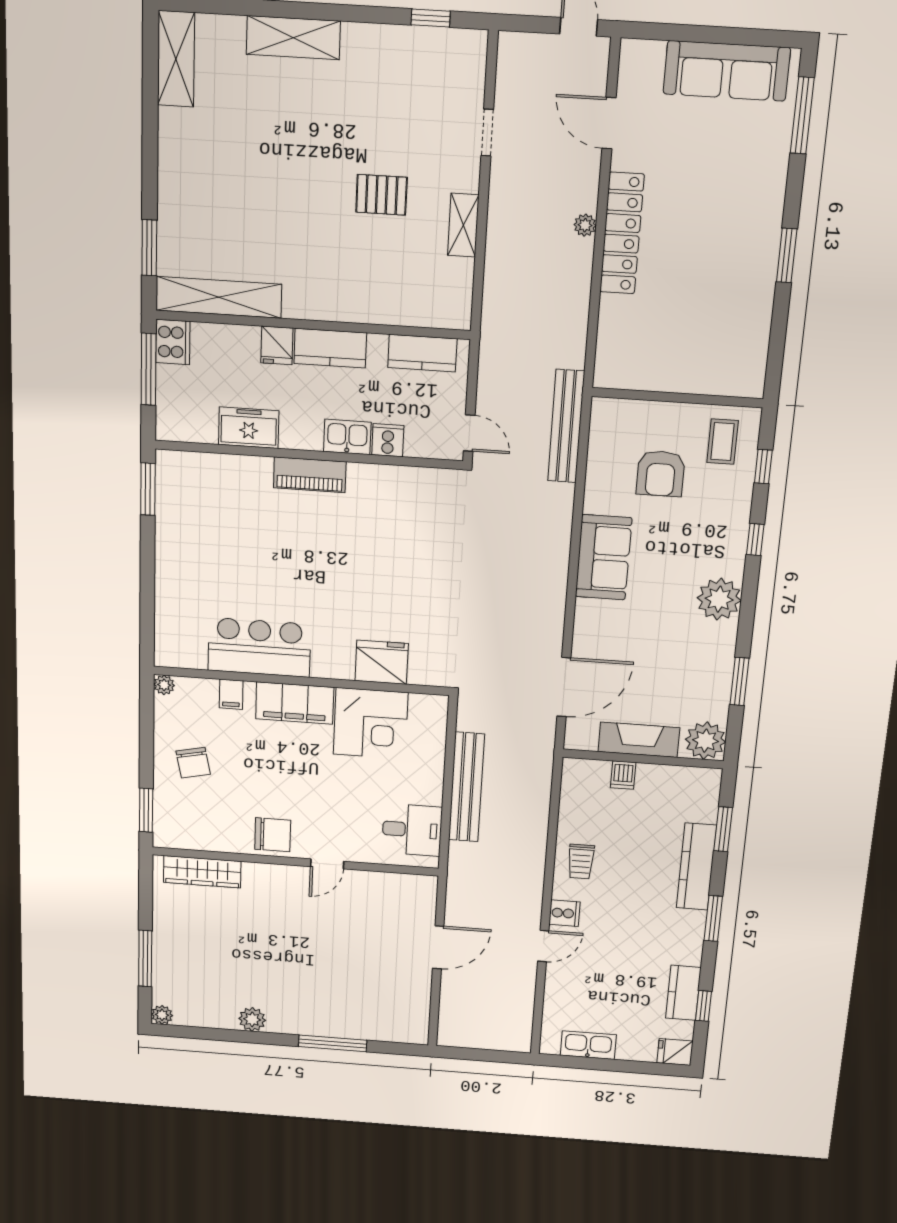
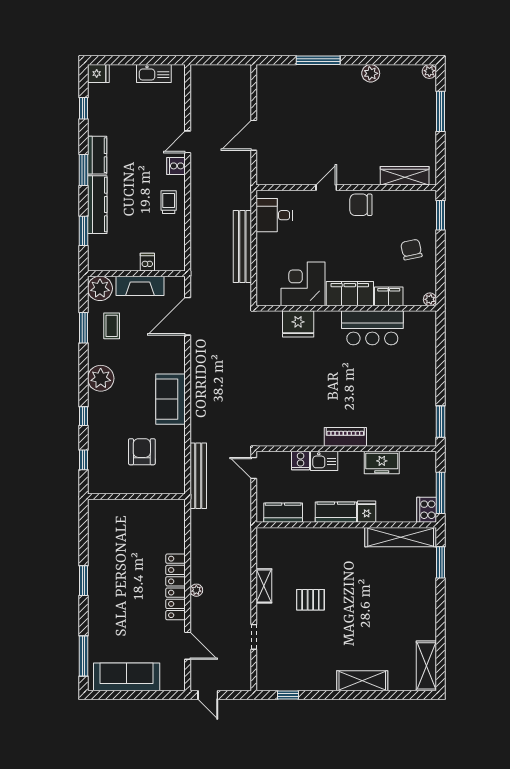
coffee table: (723, 442) -> (112, 326), moved
filing cabinet: (231, 694) -> (389, 296), width x2.00
kitchen counter: (683, 993) -> (97, 155), moved

